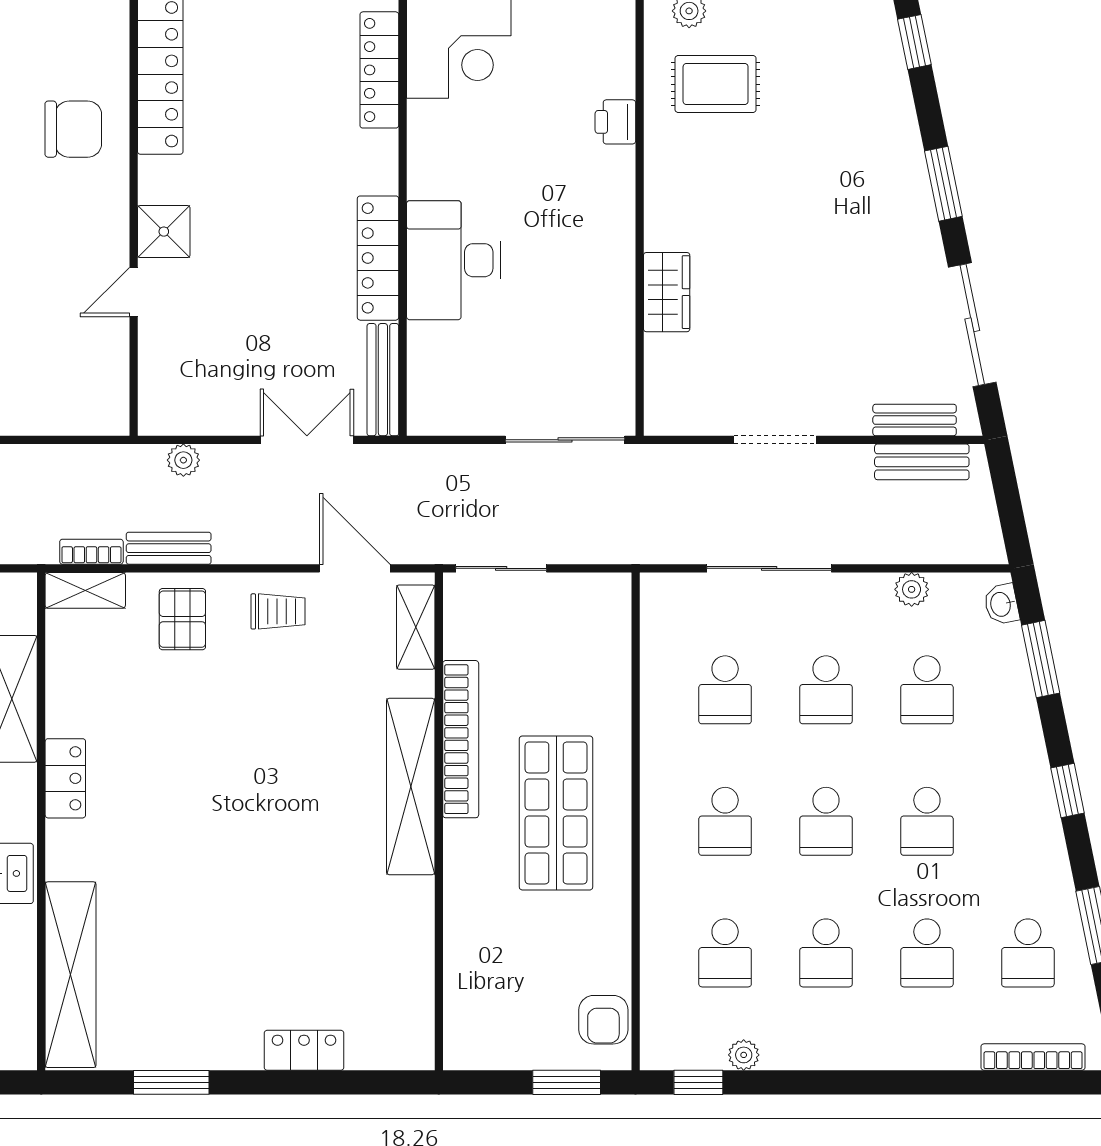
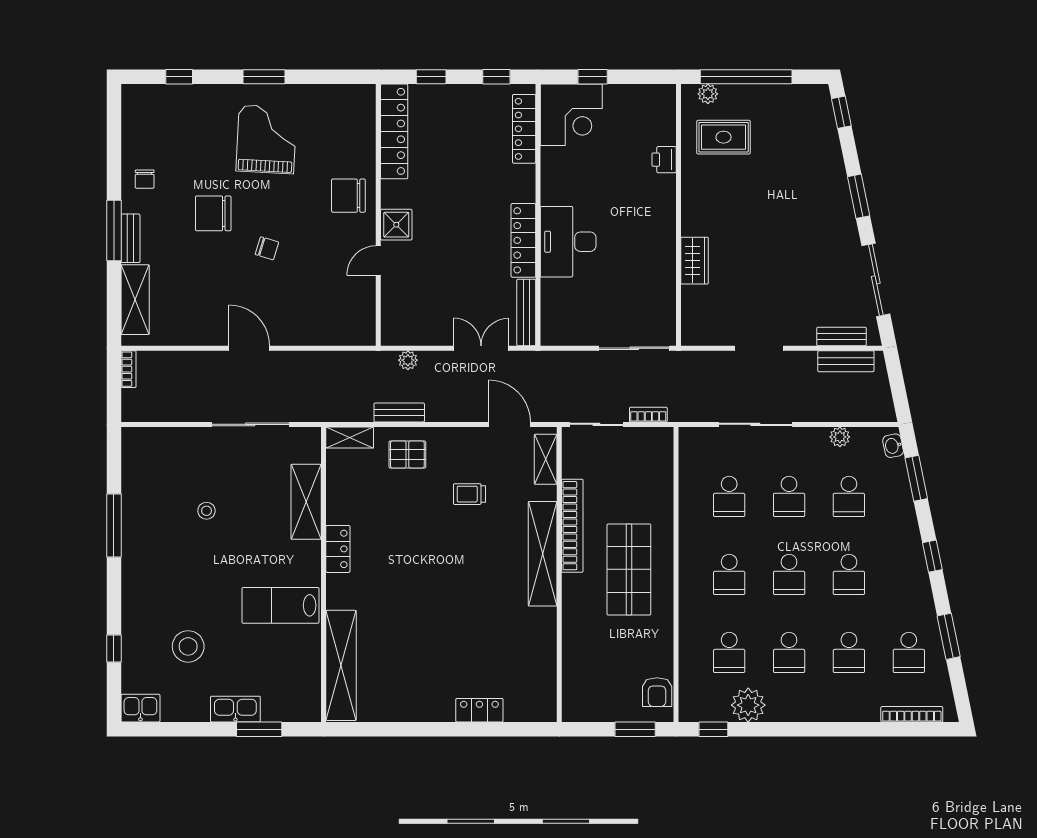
chair: (73, 129) -> (348, 196), moved, turned 180
bookcase: (91, 552) -> (648, 415), moved
trolley: (278, 611) -> (469, 494), moved, turned 180
pallet: (182, 619) -> (407, 455), turned 90
plant: (744, 1055) -> (748, 705), width x1.87, depth x1.87
window: (171, 1082) -> (401, 729), removed

